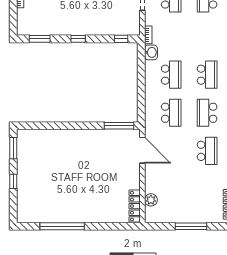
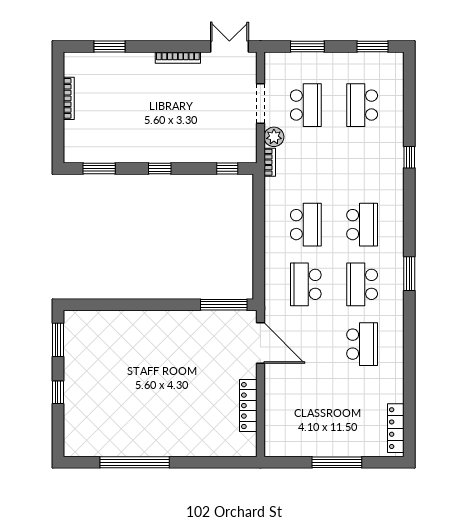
washbasin: (151, 52) -> (274, 190), removed
school desk: (171, 113) -> (306, 284), turned 180
plant: (151, 200) -> (274, 137), moved
locker: (135, 206) -> (248, 406), moved

